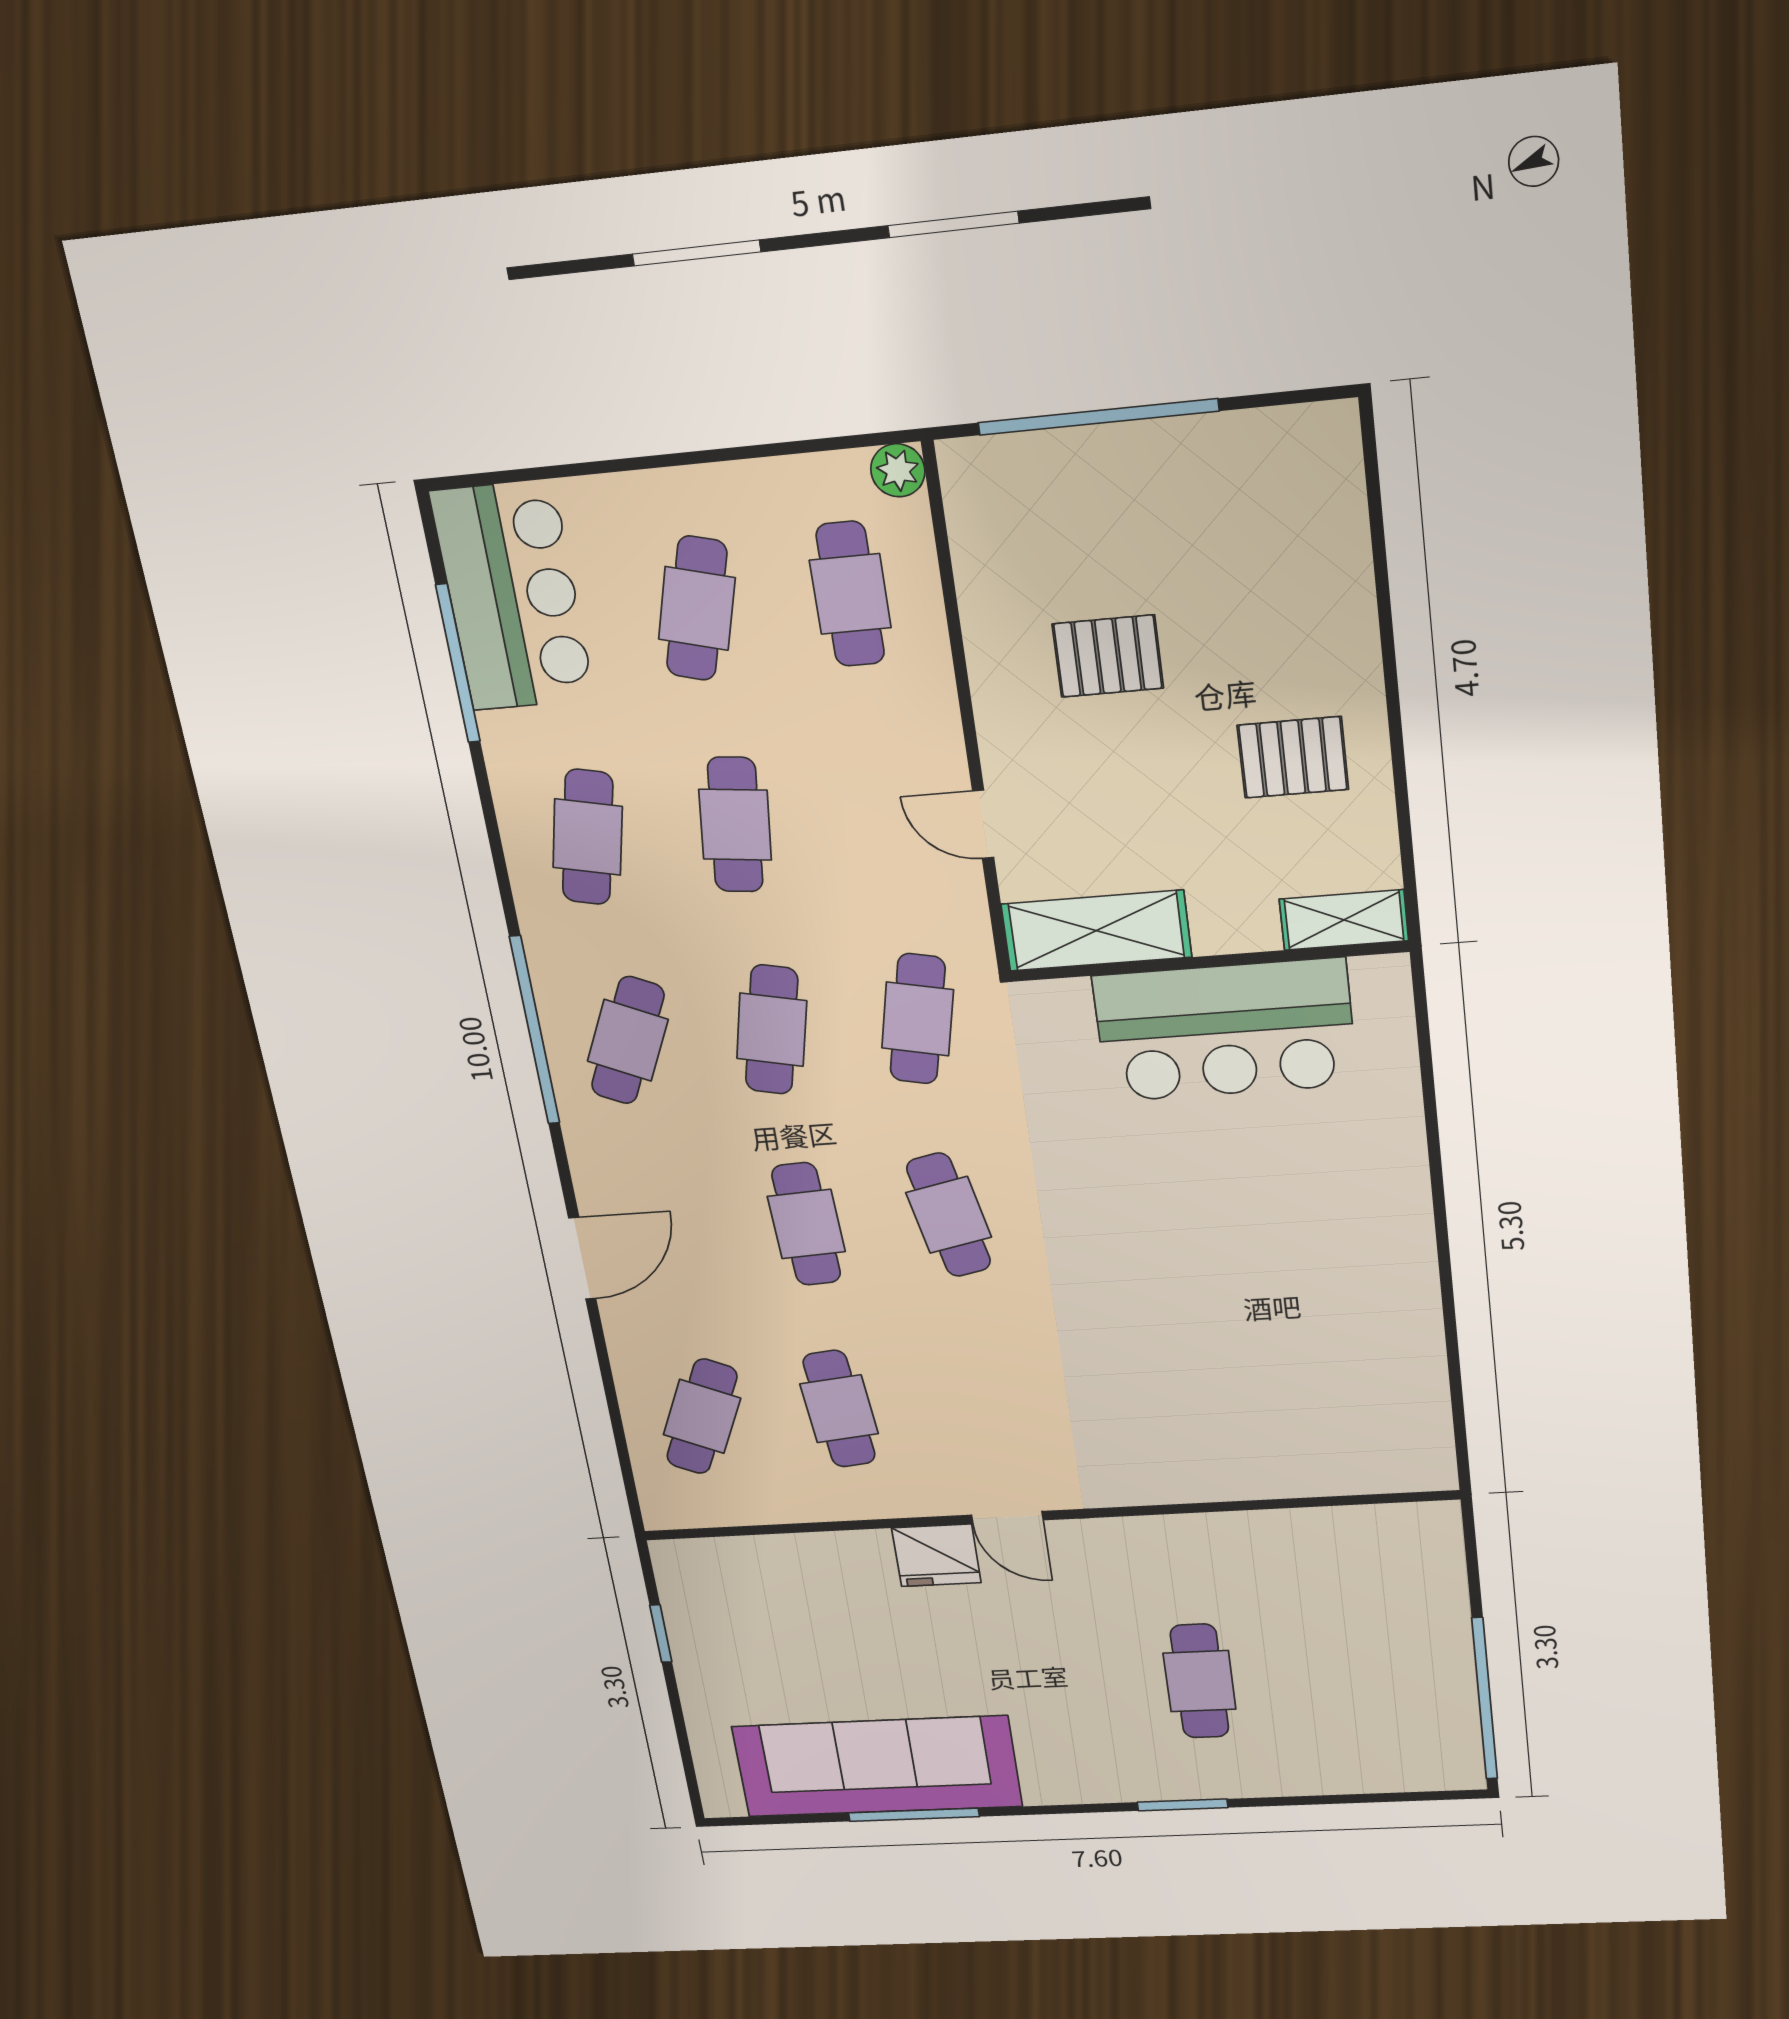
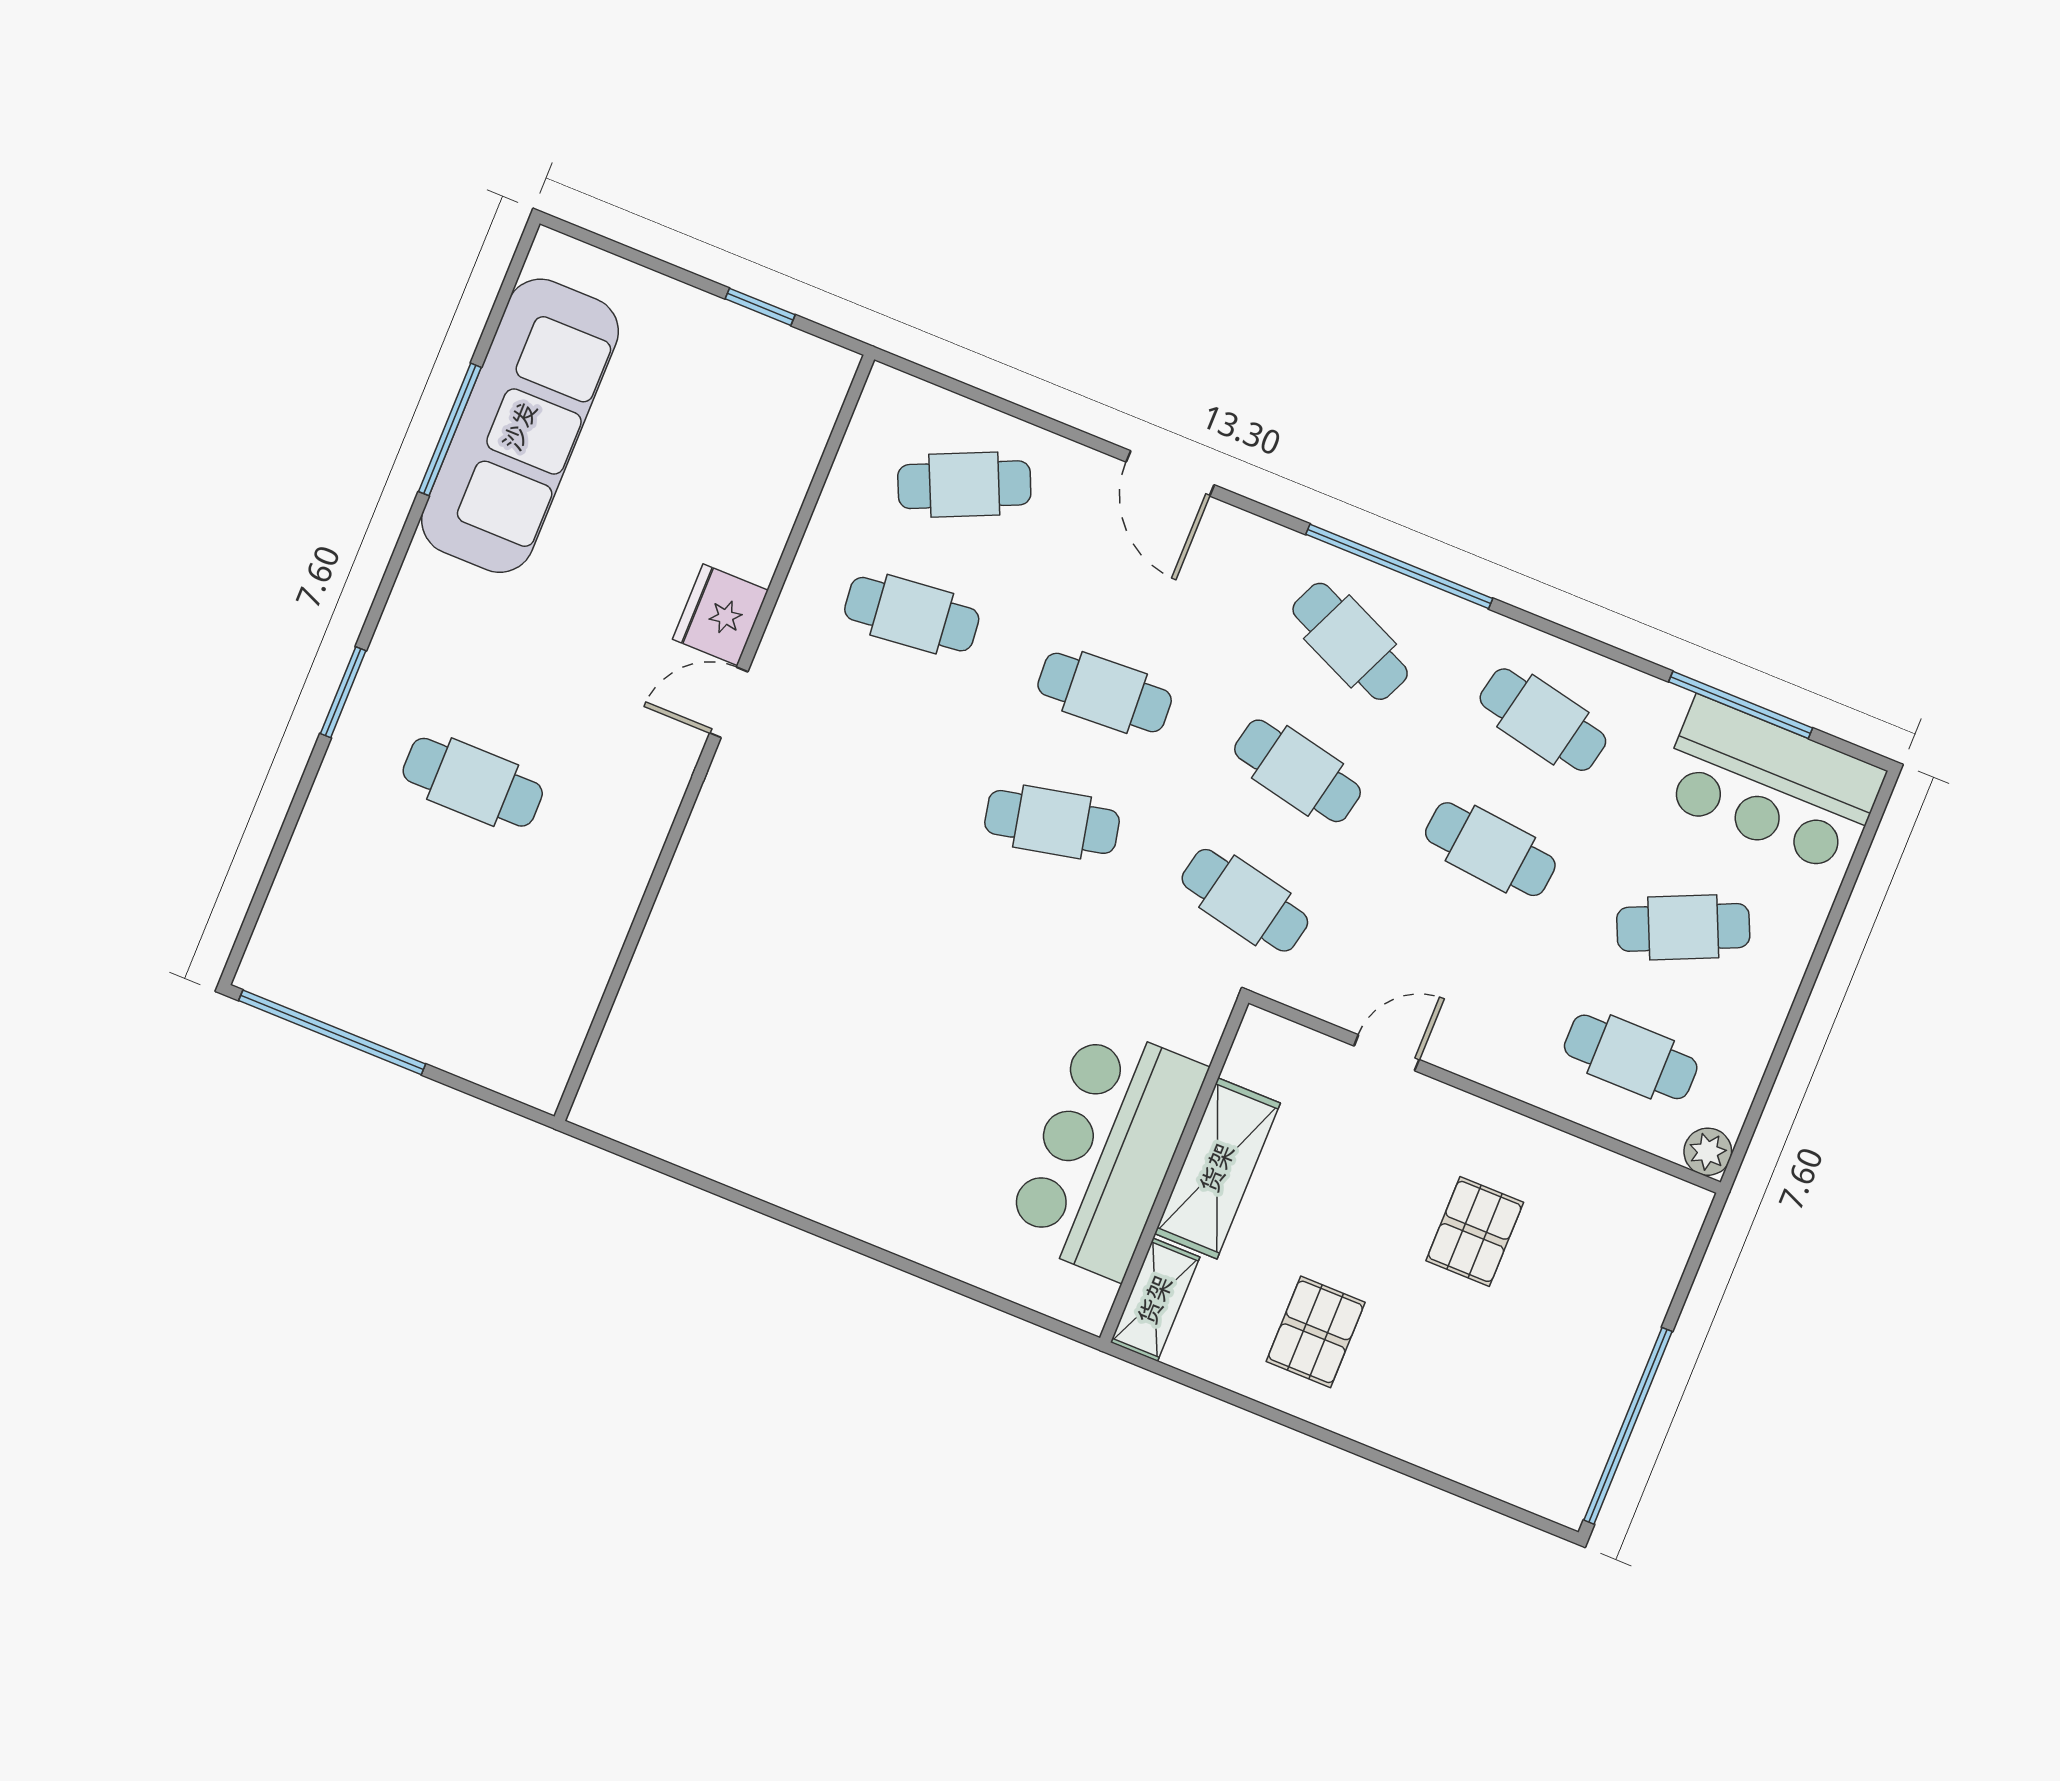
window: (1098, 417) -> (1628, 1426), moved
cafe table: (697, 608) -> (1683, 927), turned -39
shelving: (1096, 931) -> (1217, 1168), moved
cafe table: (702, 1416) -> (964, 485), turned -48

